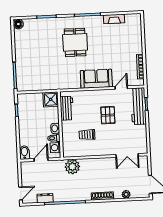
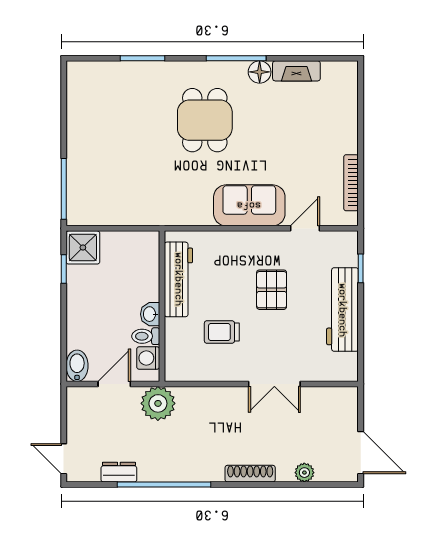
floor lamp: (18, 24) -> (260, 72), moved
shower: (51, 99) -> (83, 247), moved
workbench: (138, 106) -> (342, 310), moved
workbench: (67, 108) -> (178, 279), width x1.38
double door: (127, 155) -> (274, 384), moved
plant: (72, 167) -> (158, 403), moved
door: (21, 193) -> (64, 459), swing flipped

